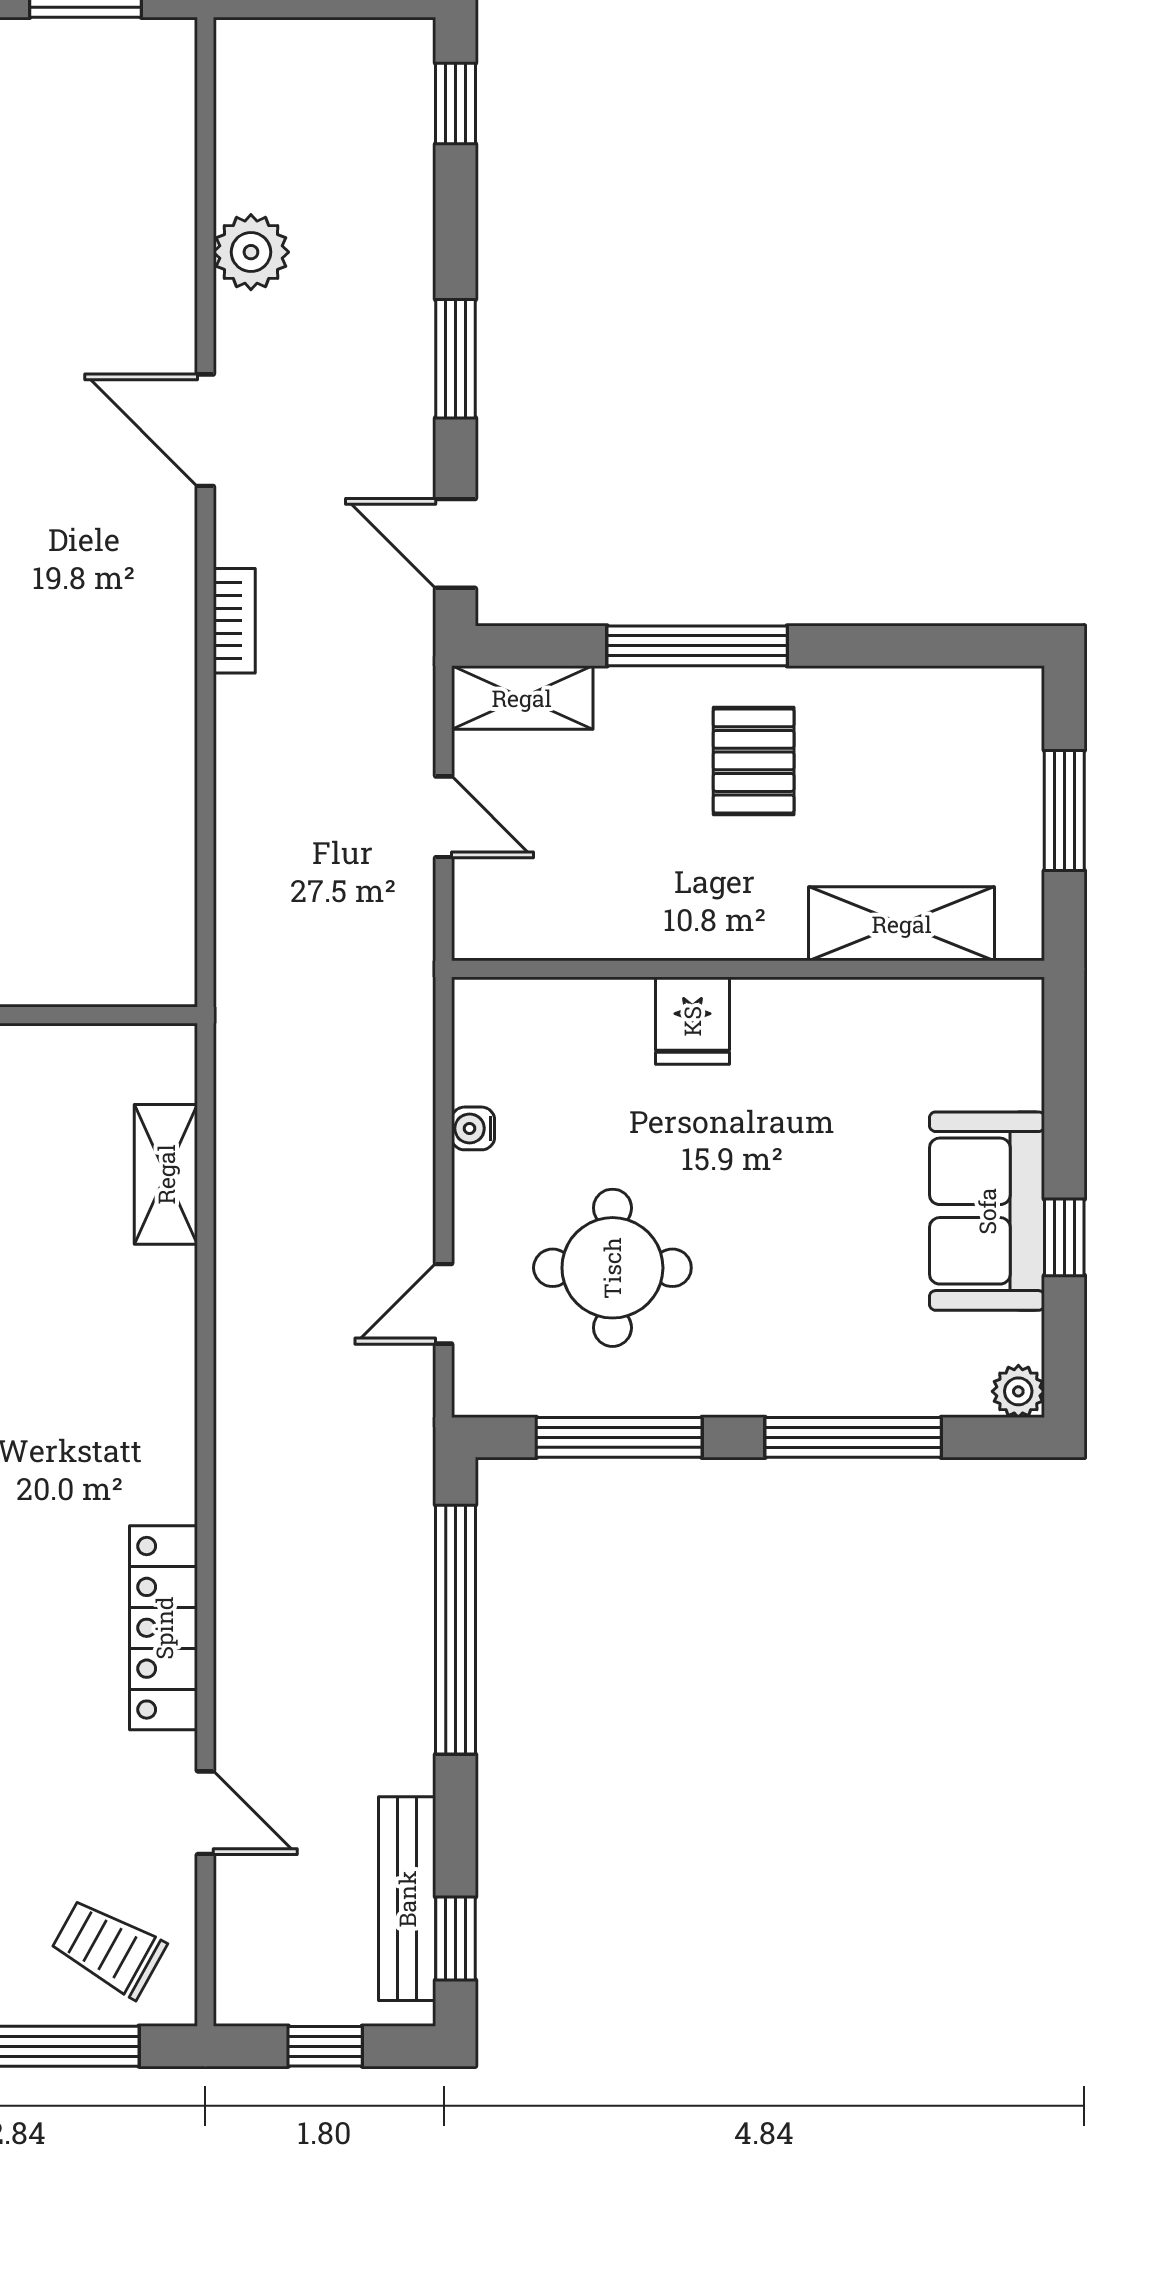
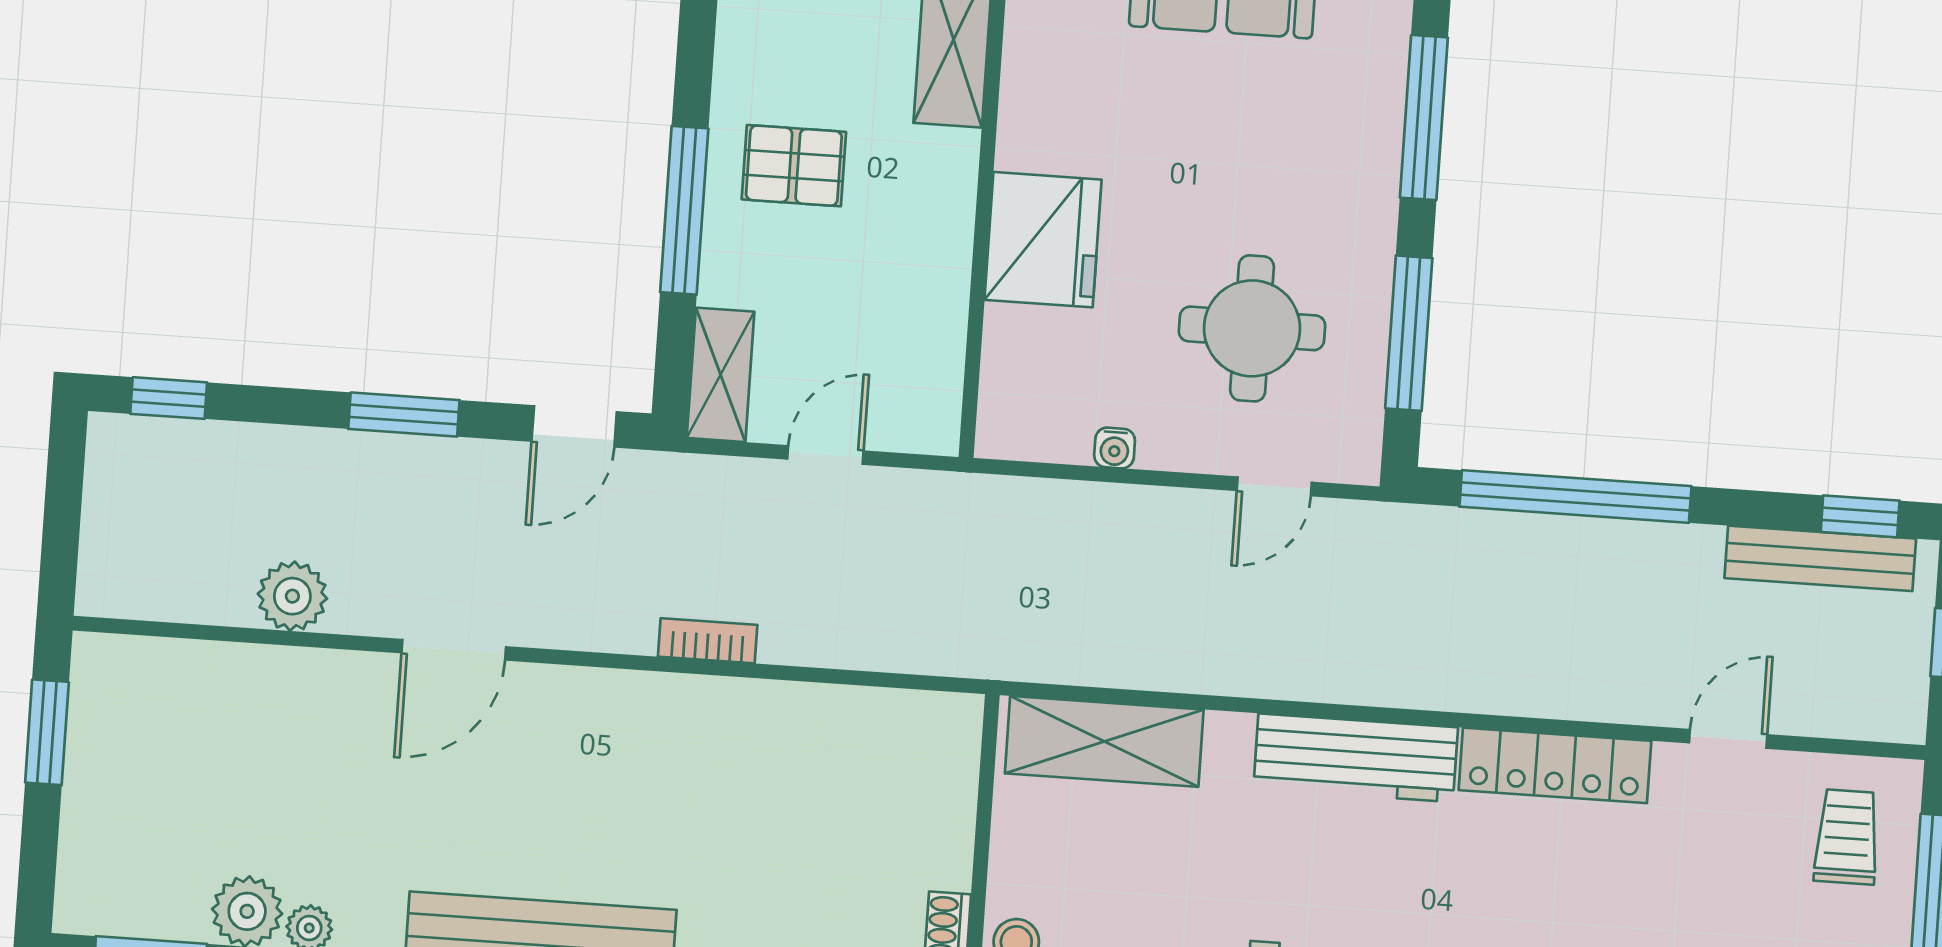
bookcase: (234, 621) -> (708, 641), moved
fridge: (692, 1021) -> (1043, 240), width x1.88, depth x1.34
shelving: (166, 1174) -> (1104, 741), width x1.50, depth x1.33
door: (444, 1304) -> (1274, 486), hinge flipped
workbench: (157, 1412) -> (1356, 758), added
trolley: (108, 1948) -> (1847, 837), turned 151

